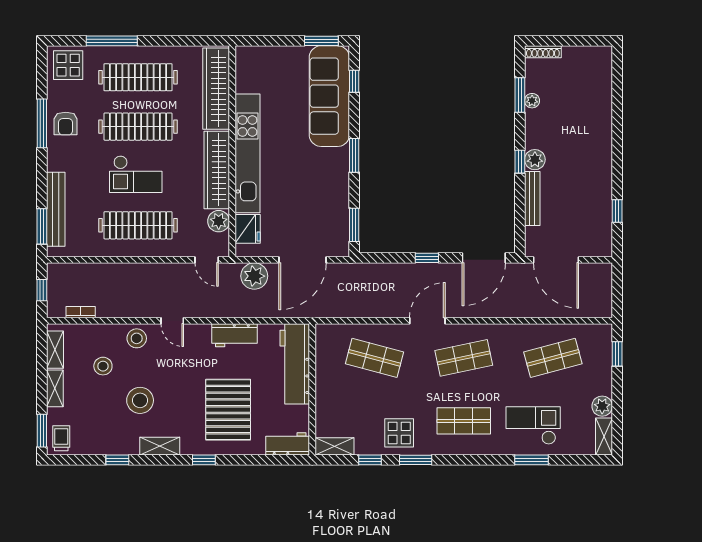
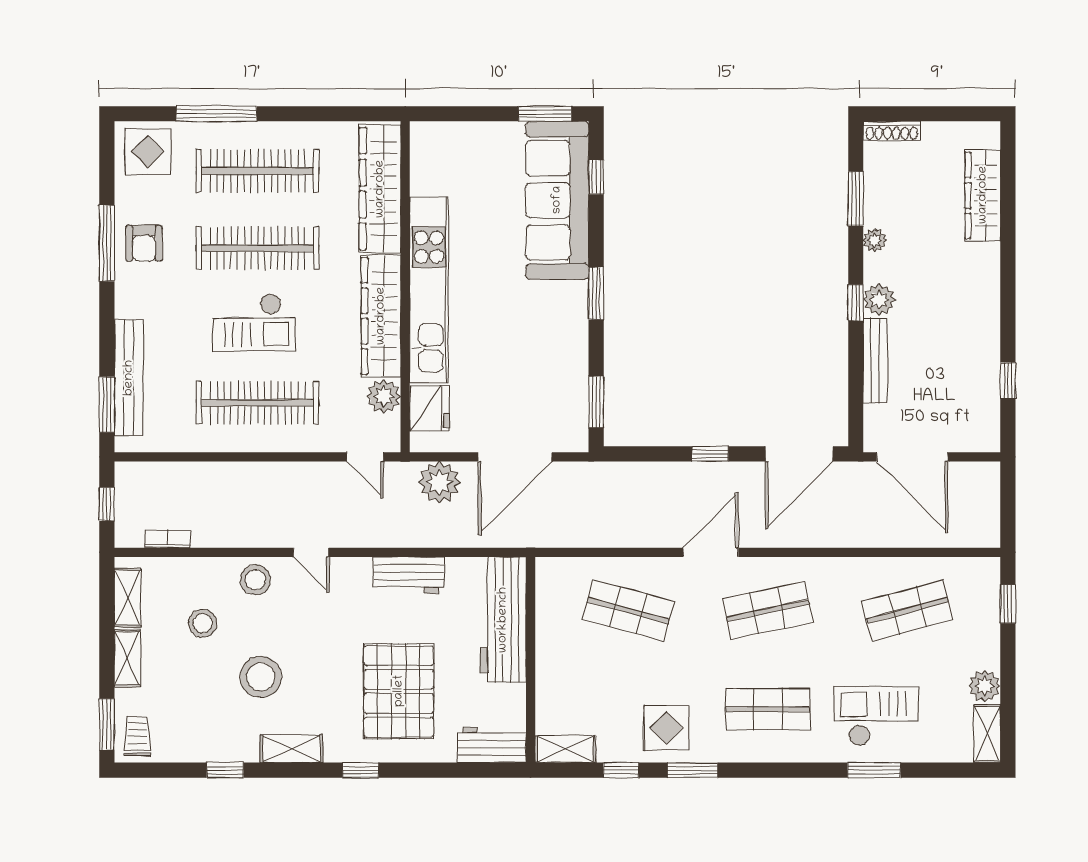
wardrobe: (601, 93) -> (983, 195), added
plant: (532, 101) -> (875, 240), moved

